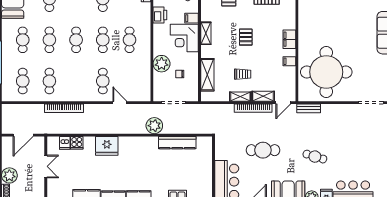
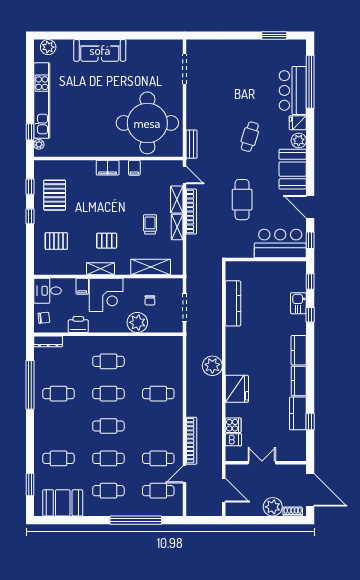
pallet: (246, 37) -> (107, 241), moved
door: (120, 103) -> (184, 474), moved
plant: (154, 126) -> (212, 366), moved

